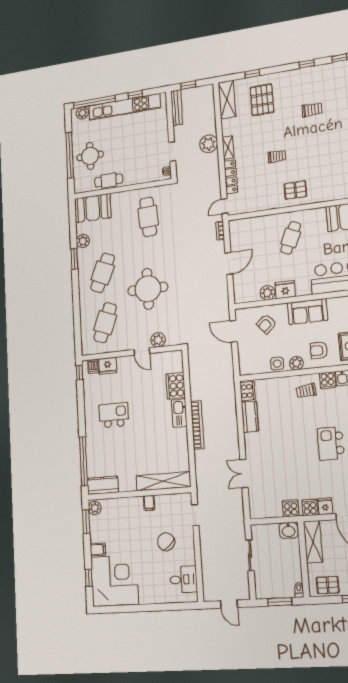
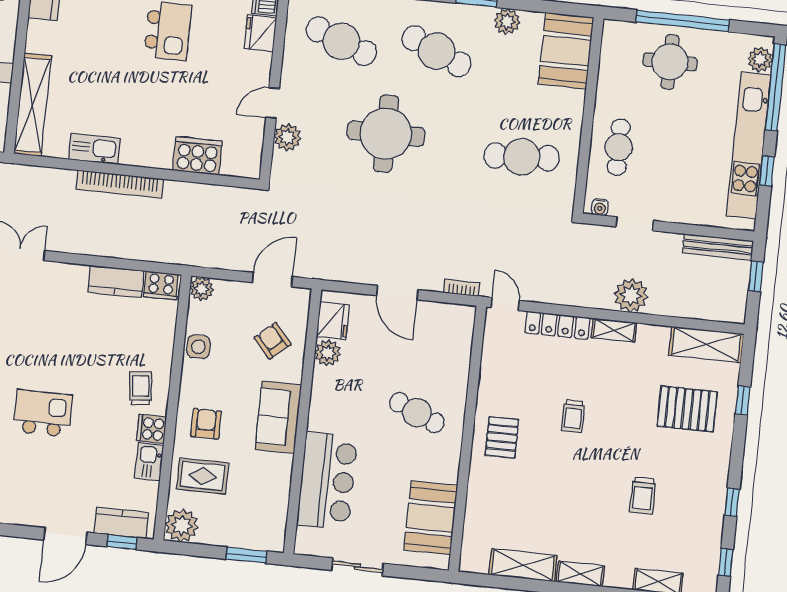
cafe table: (109, 180) -> (619, 147), moved
fridge: (285, 290) -> (333, 321), moved
plant: (297, 363) -> (202, 289), moved
kitchen sink: (179, 413) -> (94, 149), moved

